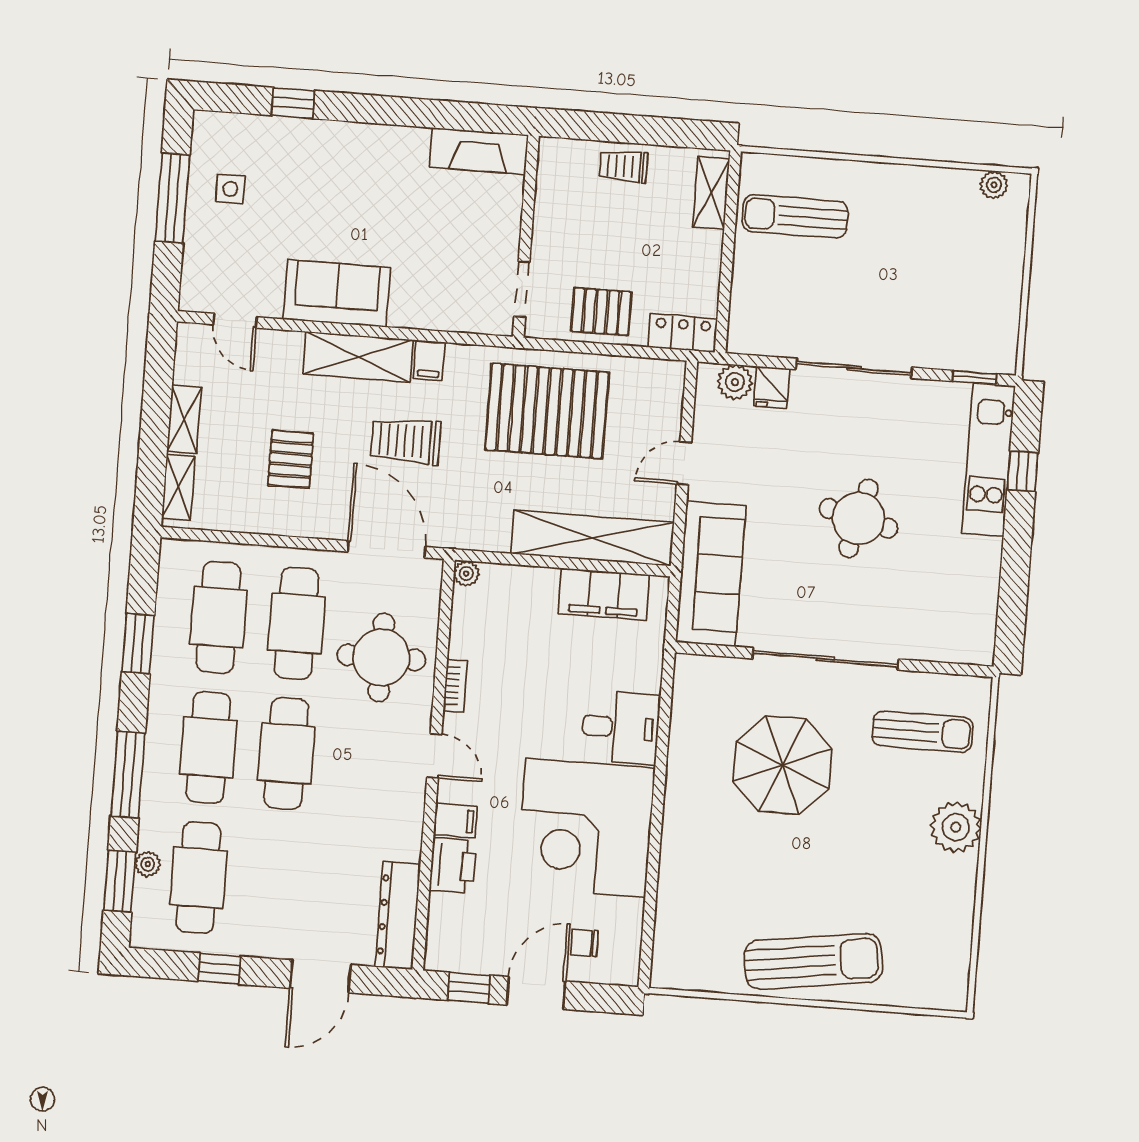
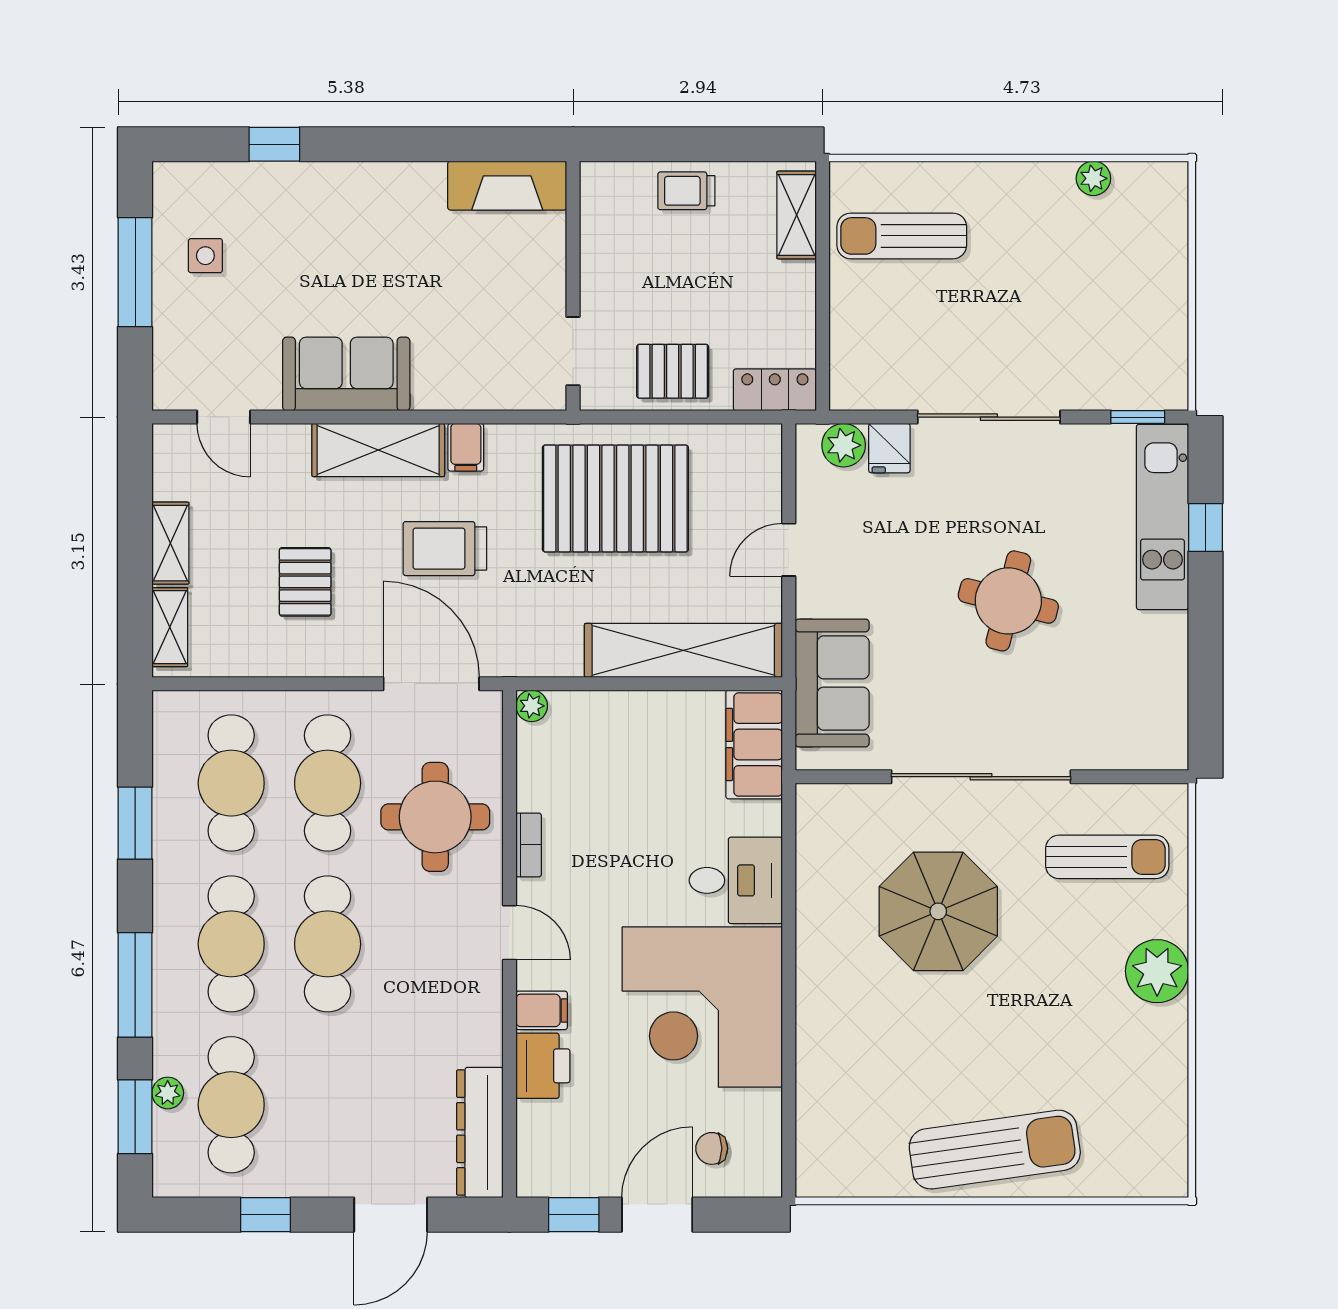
plant: (994, 185) -> (1093, 178), moved
sofa: (711, 574) -> (832, 683), width x0.73
filing cabinet: (604, 594) -> (754, 745), moved, turned 90

